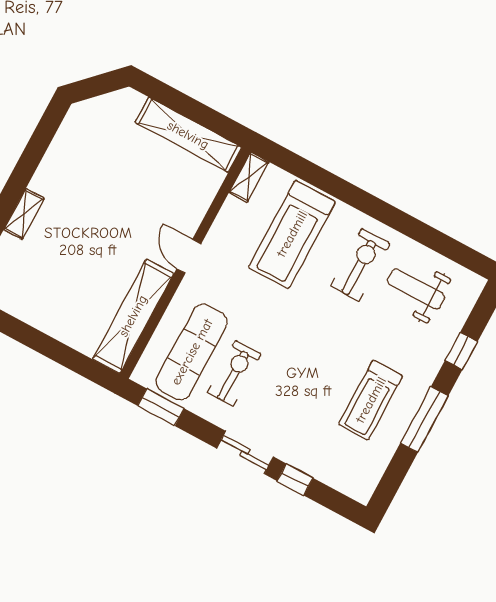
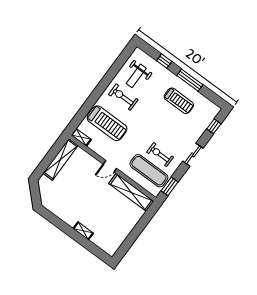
window: (295, 479) -> (214, 126), moved

